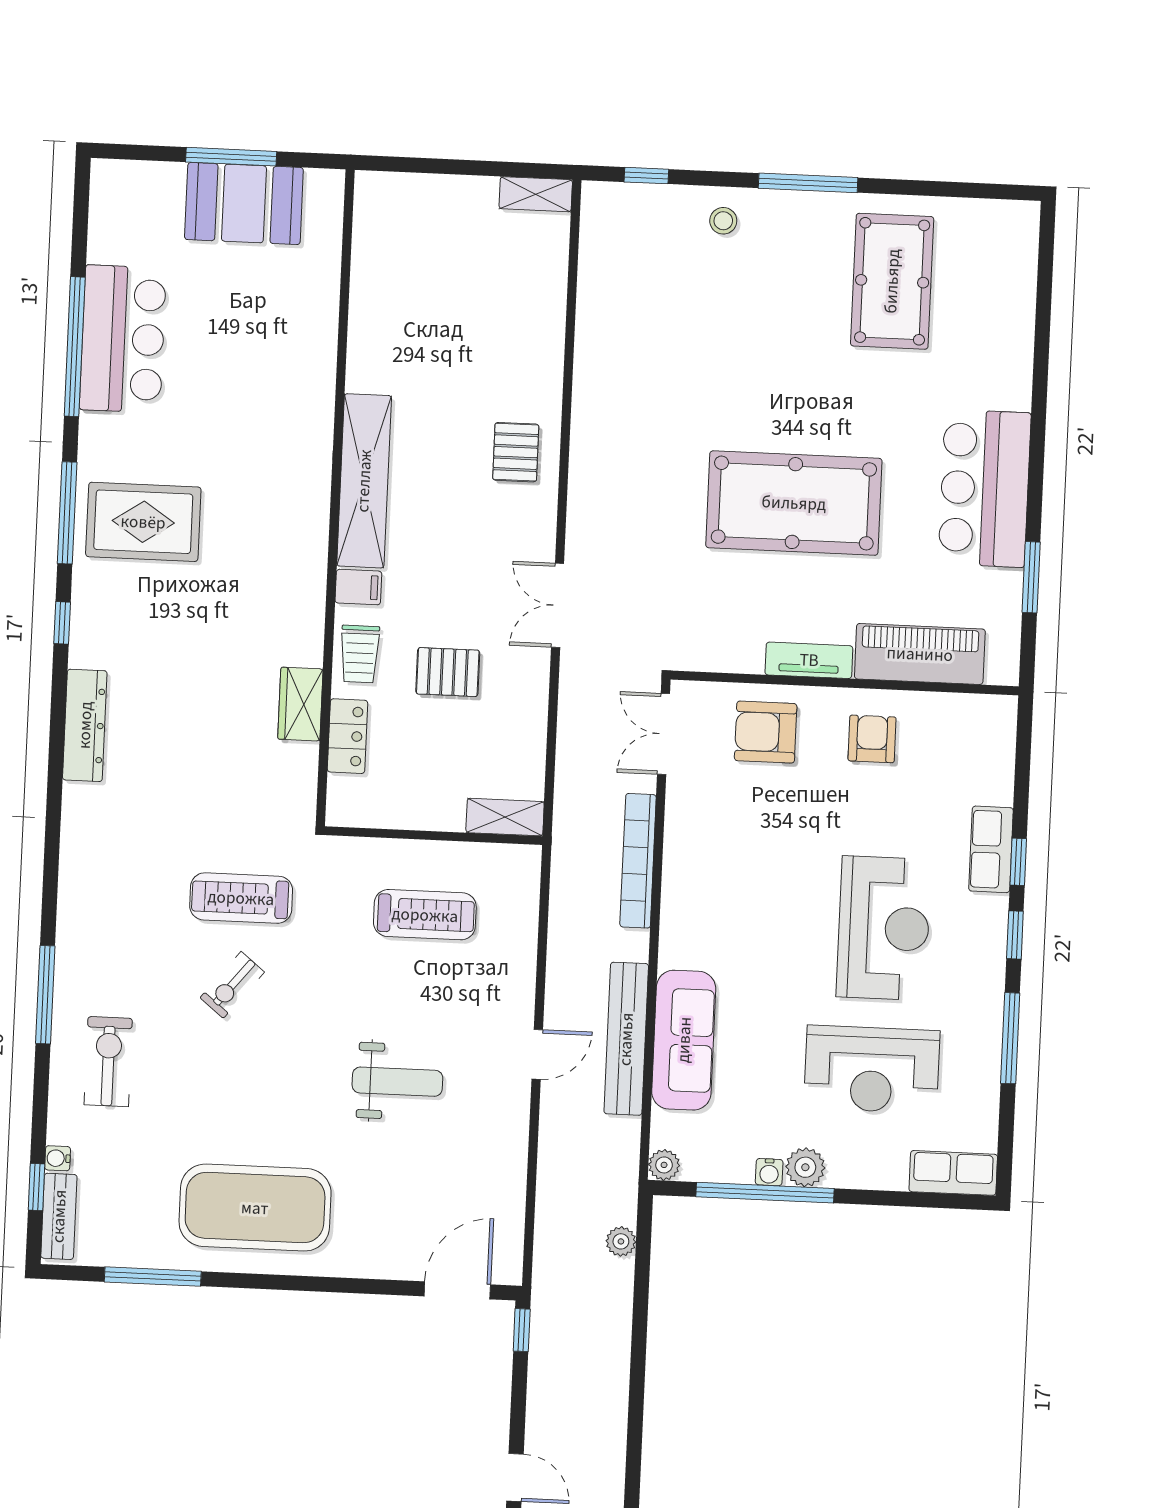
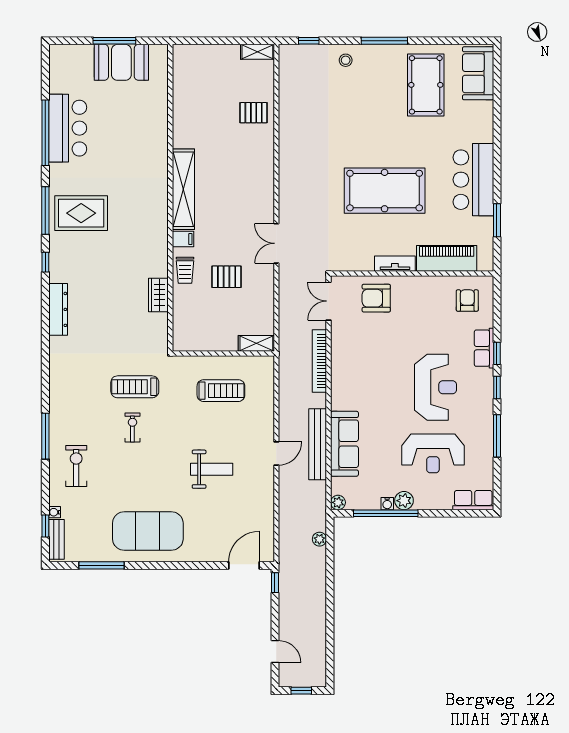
sofa: (1005, 262) -> (478, 73), added
pallet: (516, 452) -> (254, 113), moved, turned 90
locker: (348, 736) -> (181, 309), removed
armchair: (872, 739) -> (467, 301), moved
exercise bike: (232, 985) -> (132, 428), turned 141

